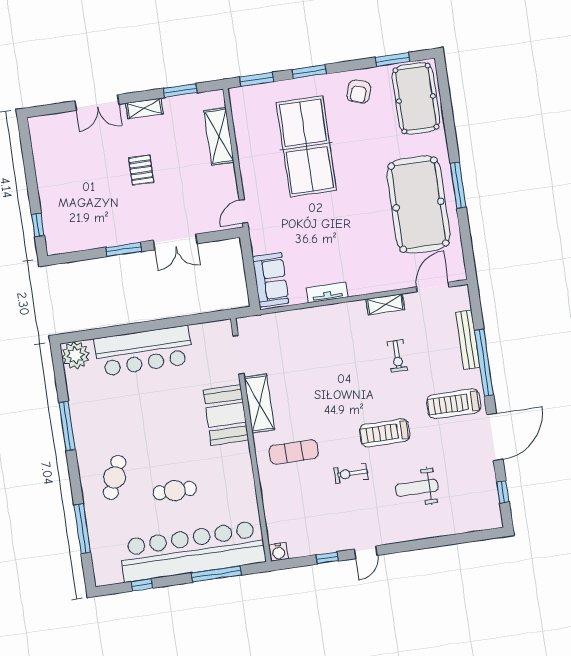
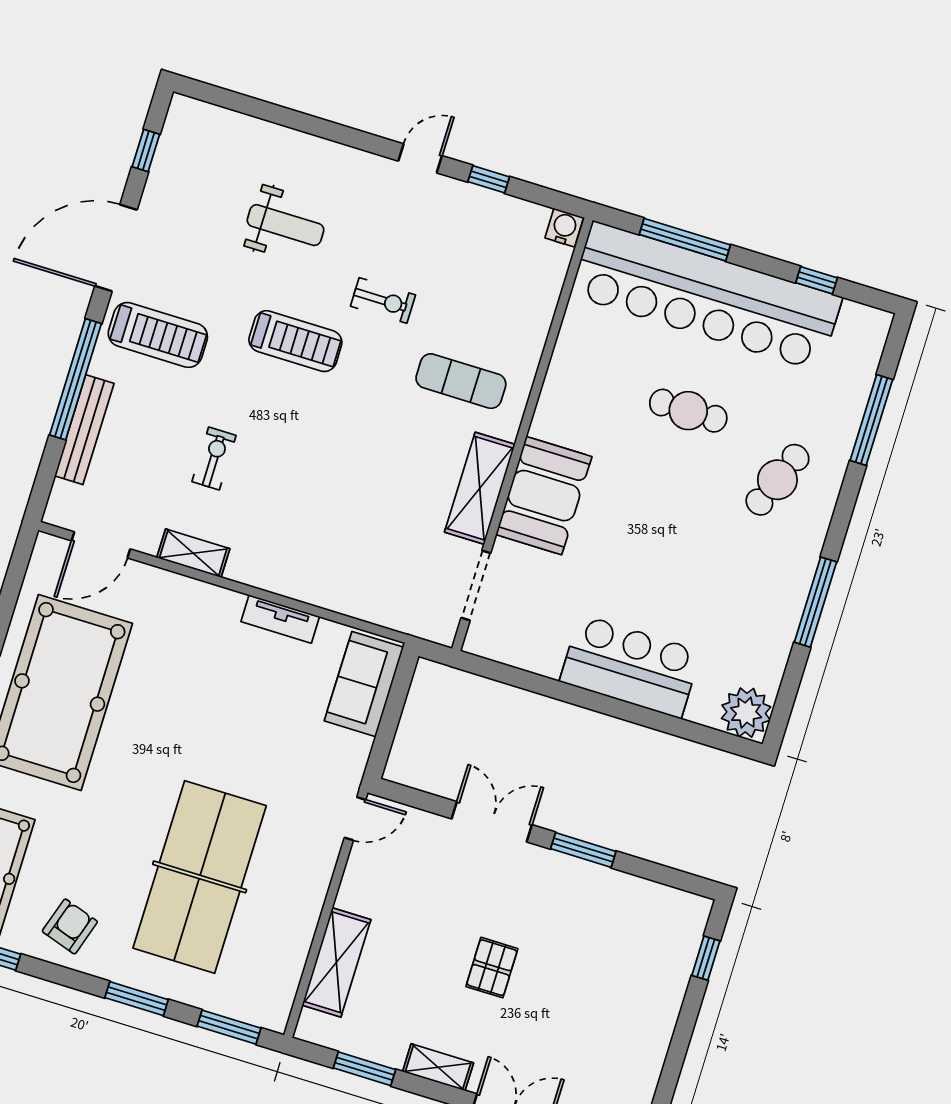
bar counter: (143, 351) -> (630, 666), width x0.73

